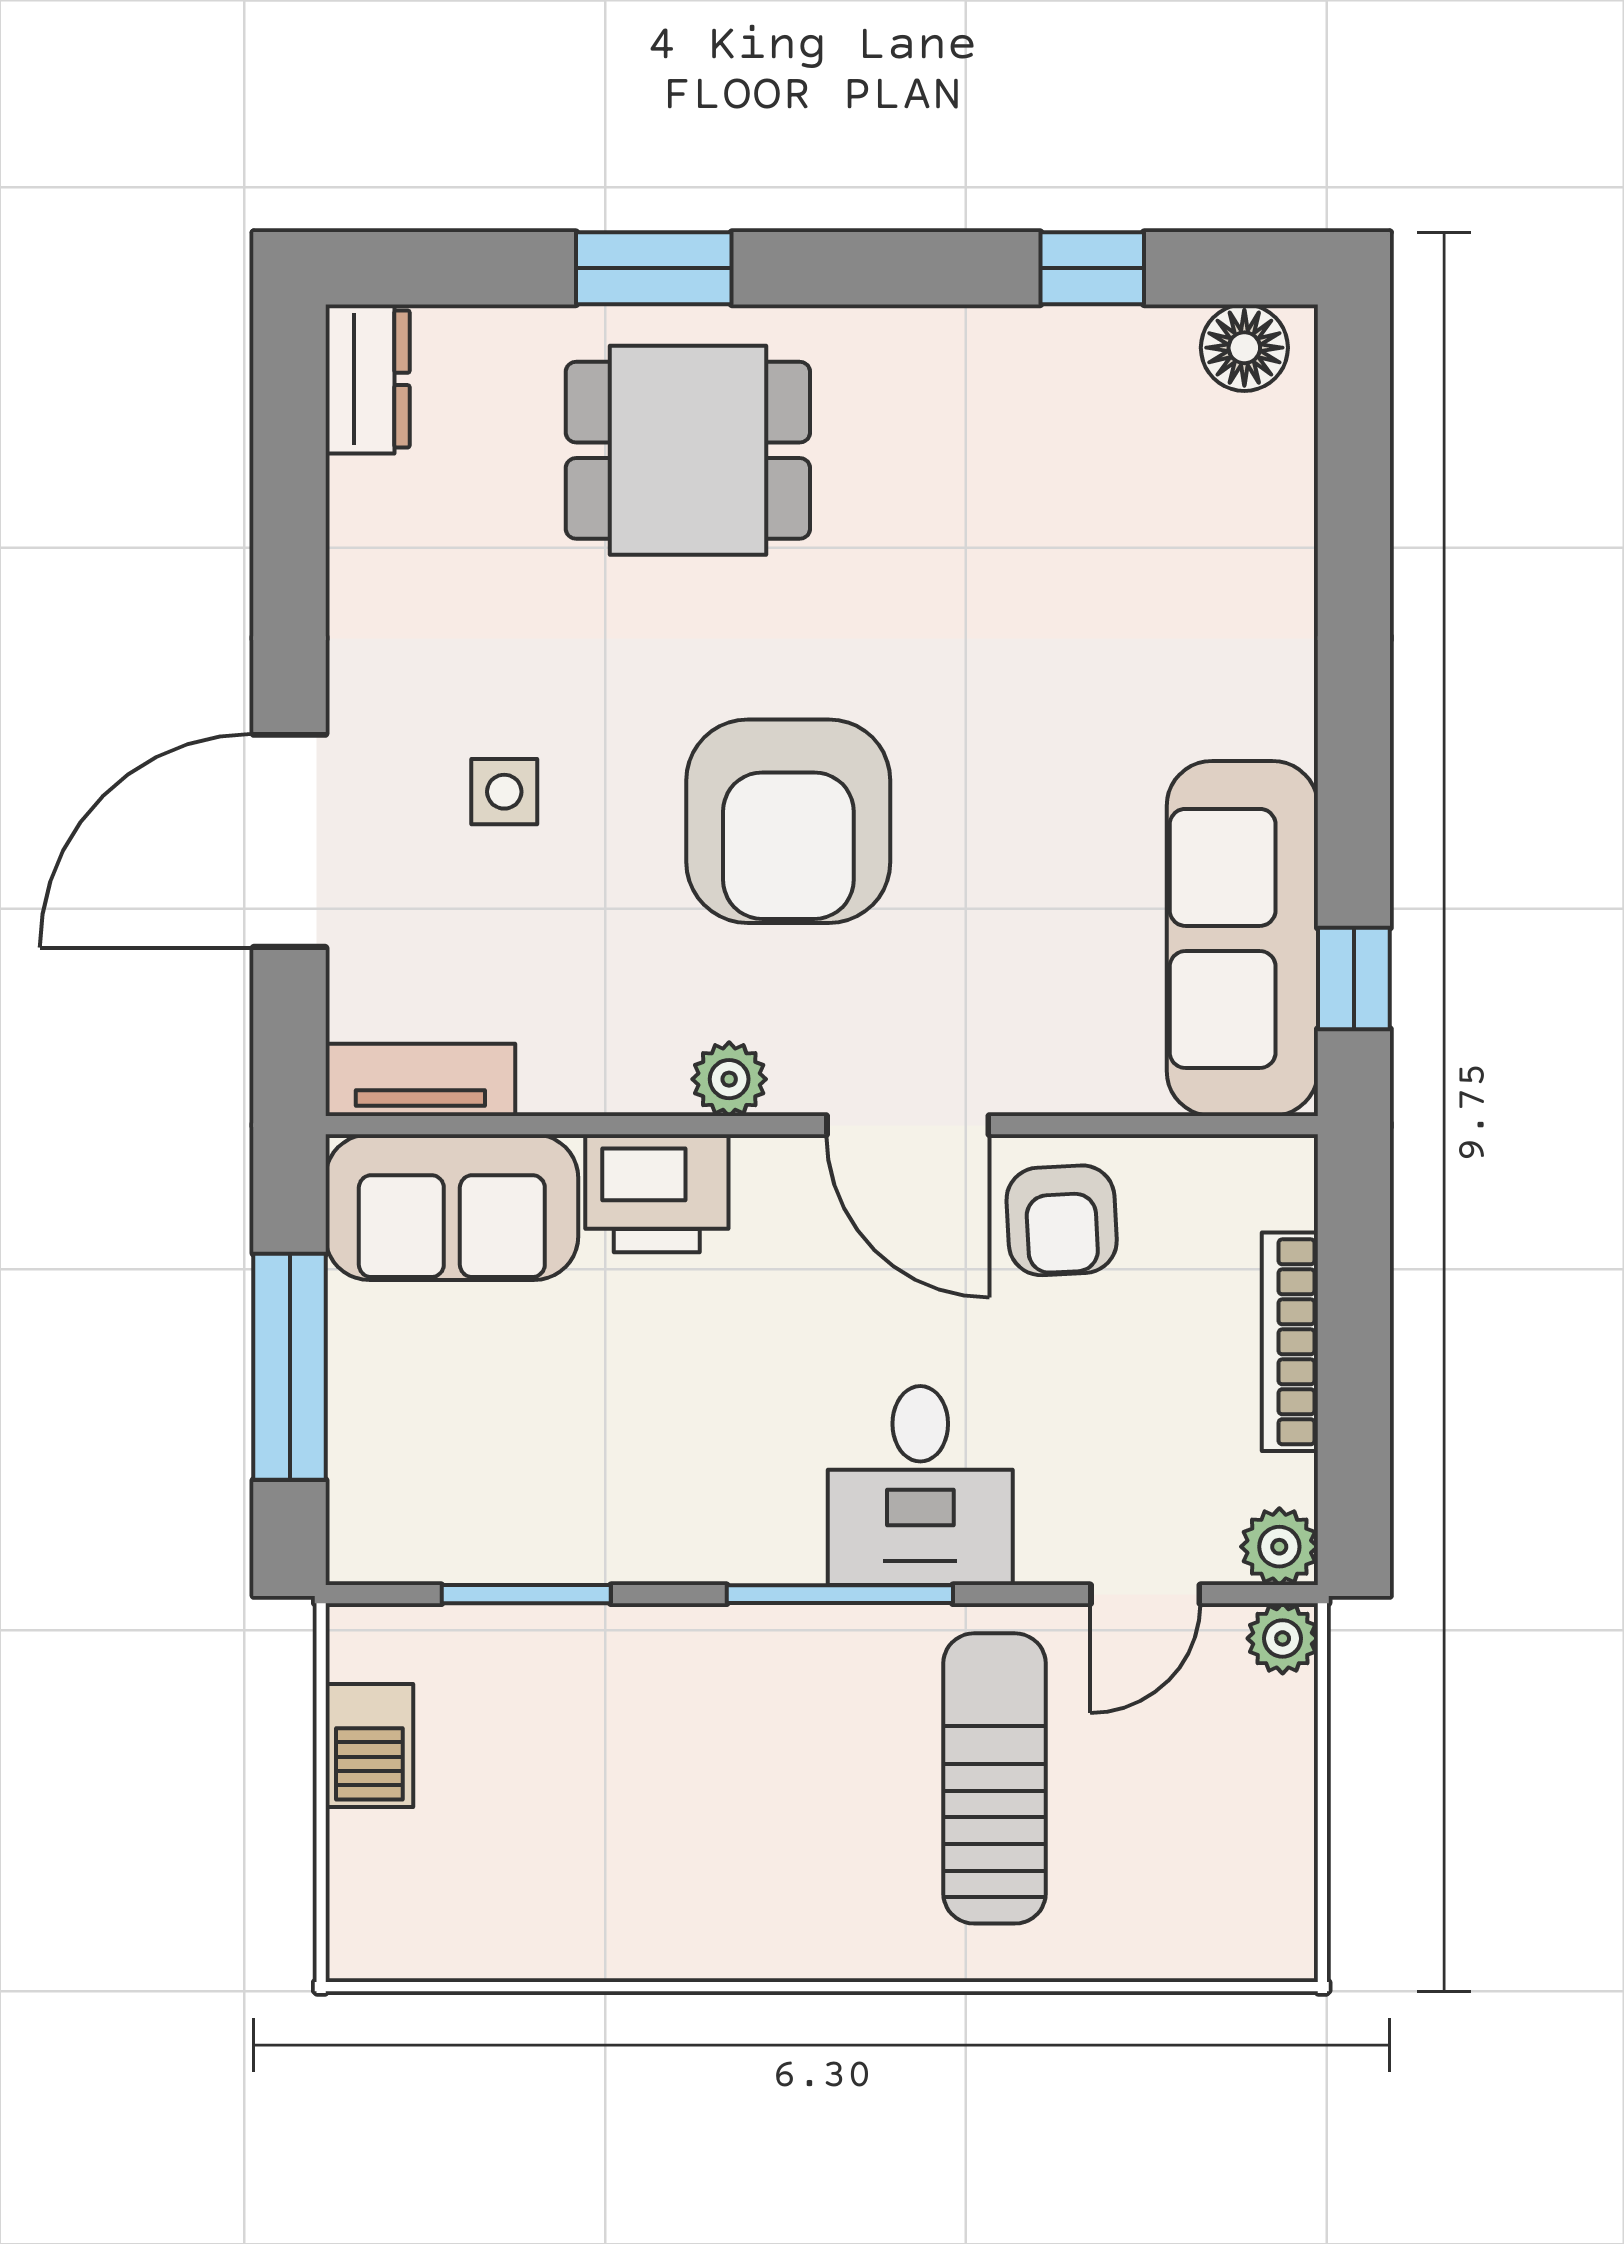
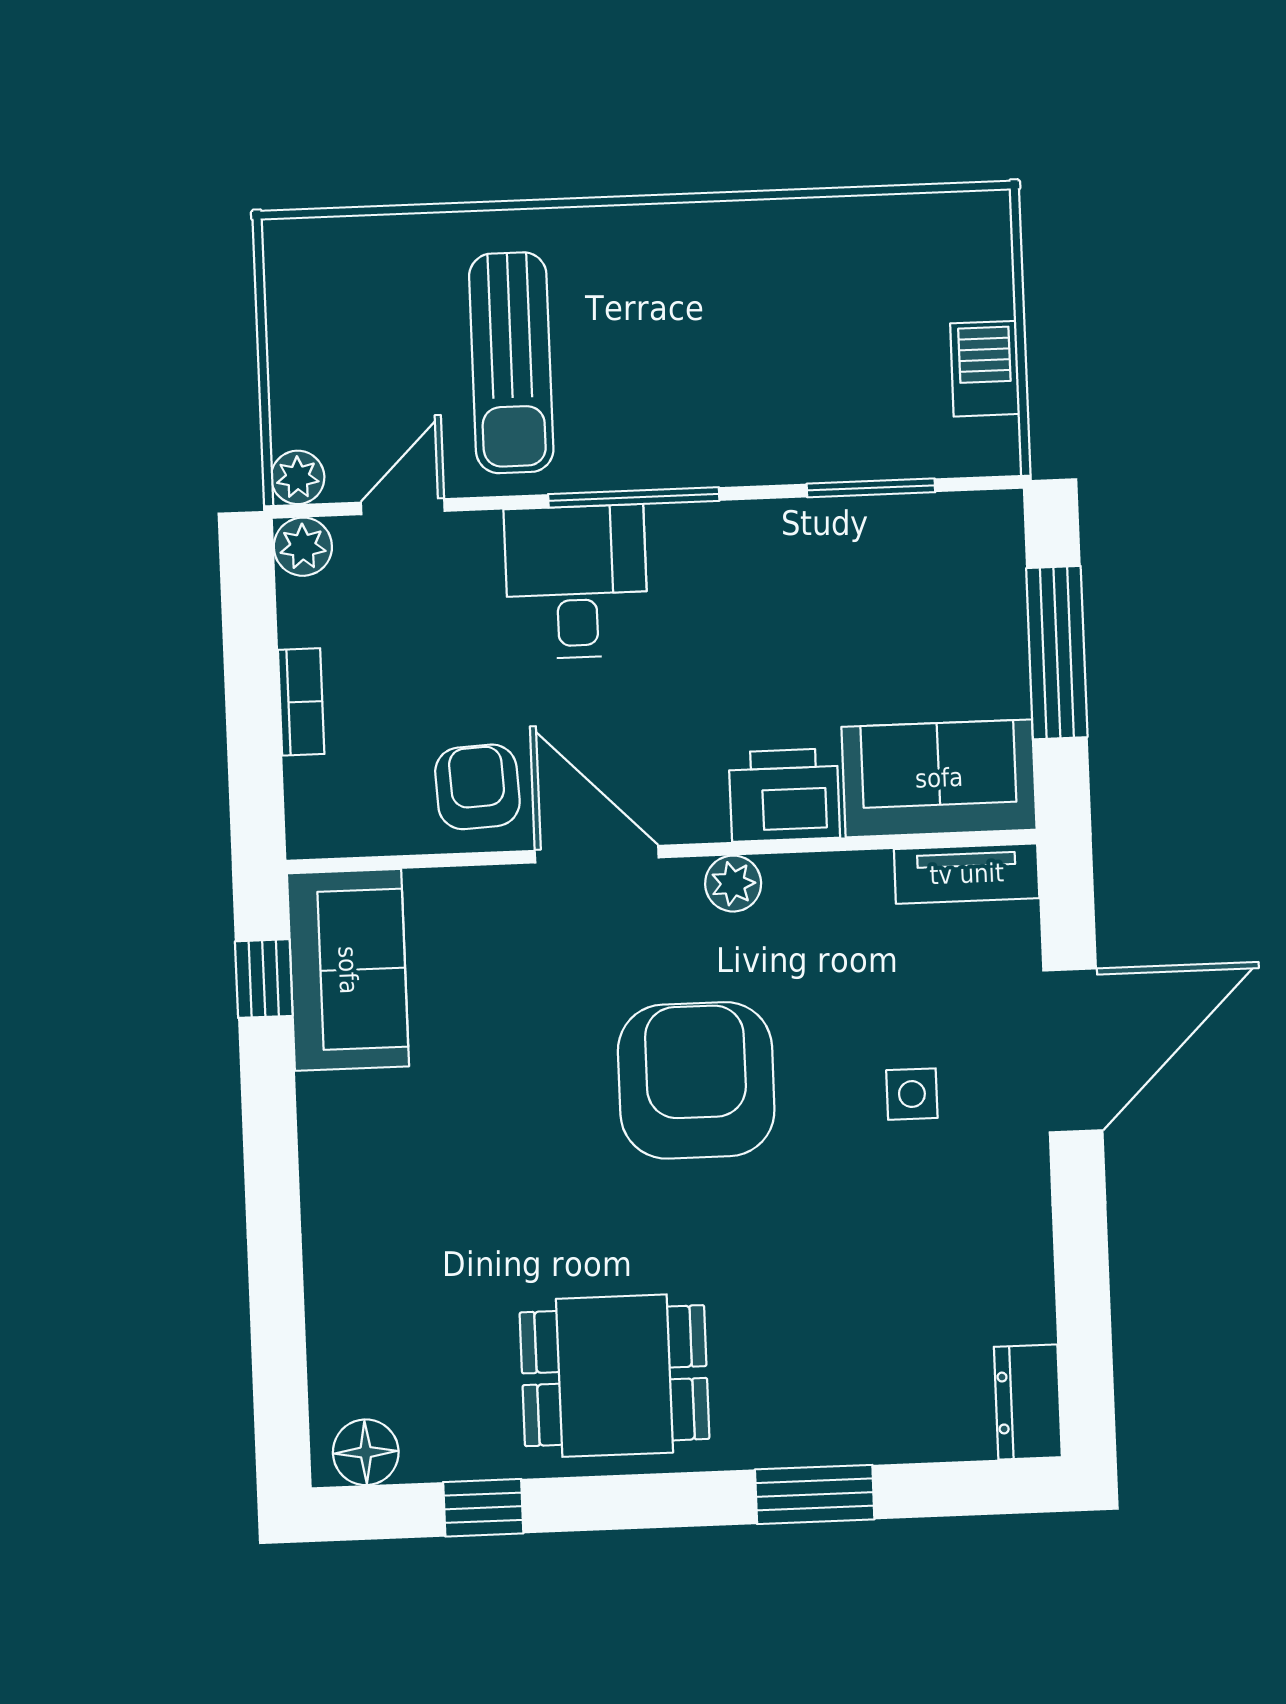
dining table: (688, 450) -> (615, 1376), moved
sofa: (1242, 938) -> (348, 970), width x0.73
bookcase: (1290, 1342) -> (301, 702), width x0.64

